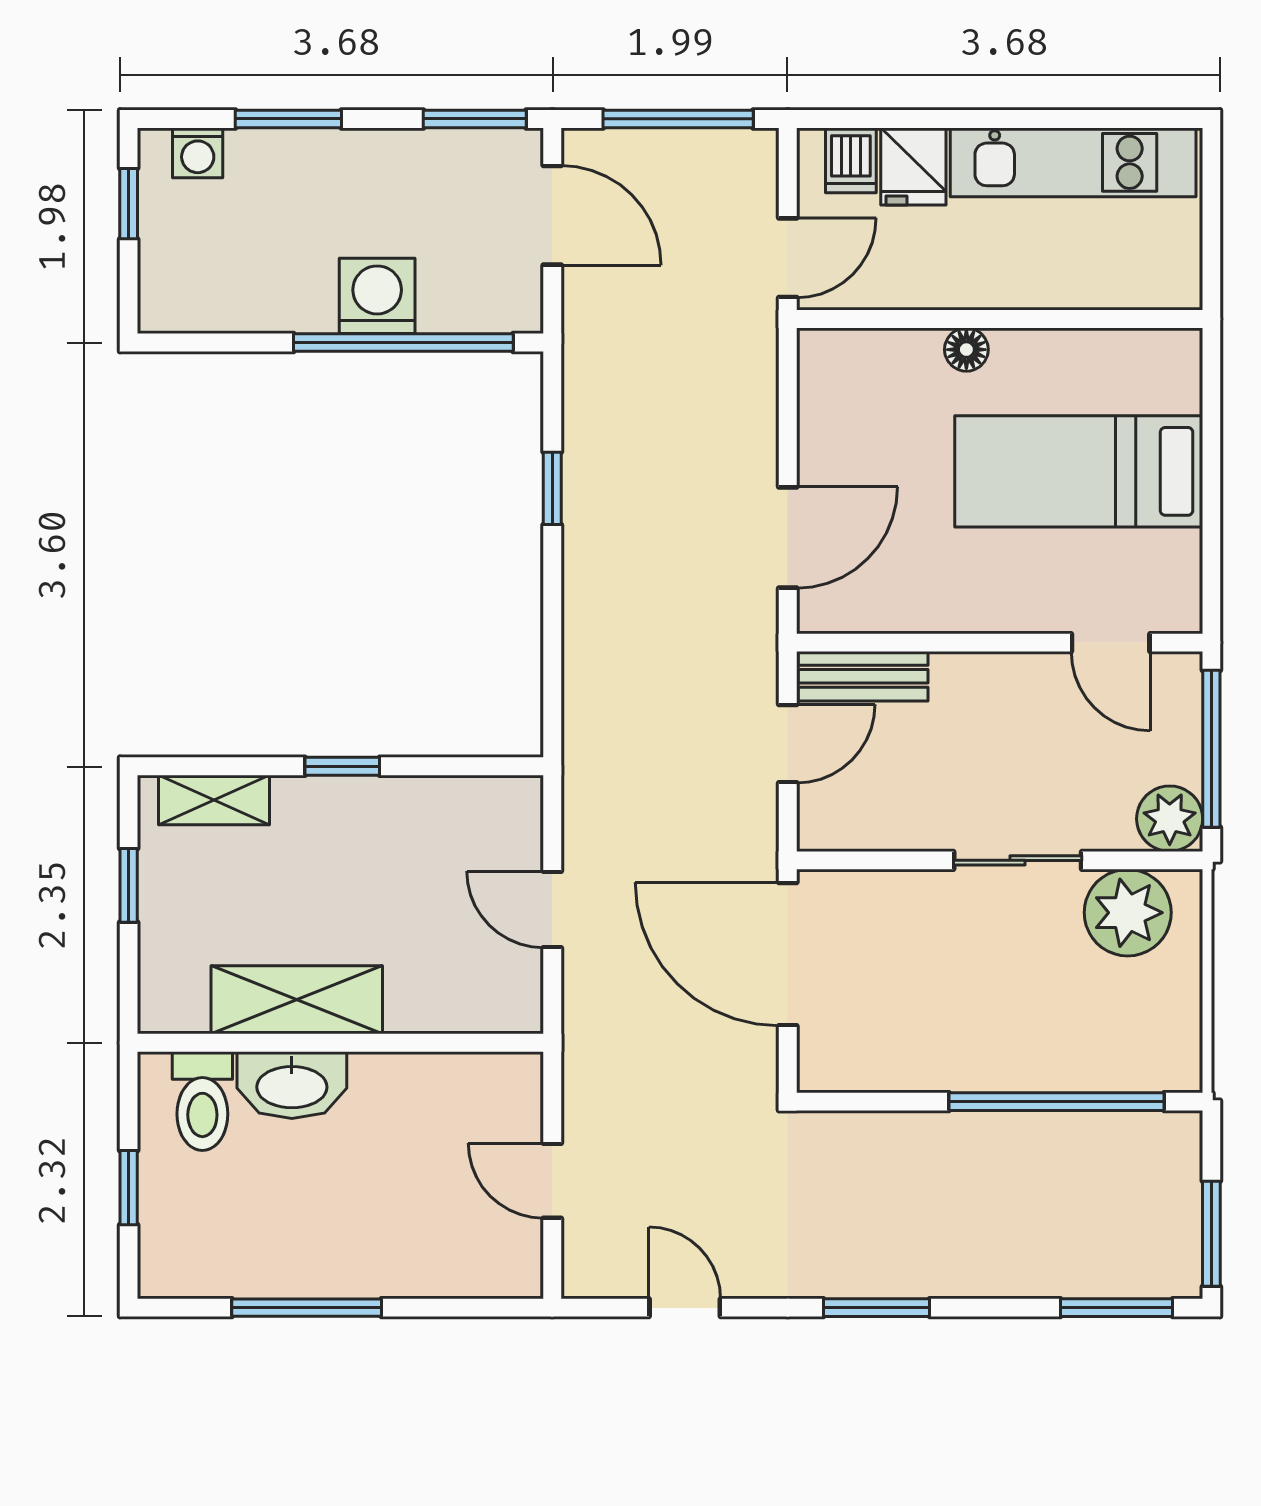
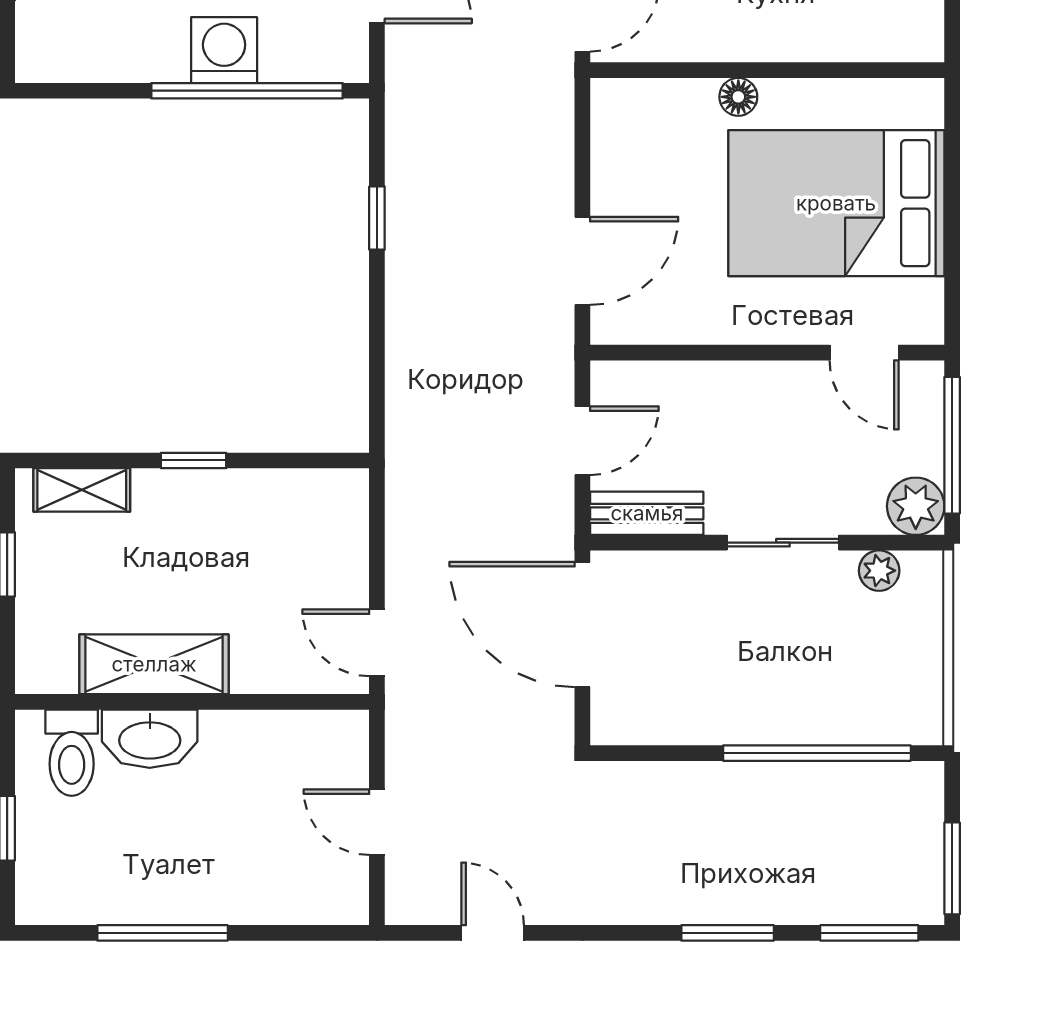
bed: (1079, 471) -> (836, 203), width x1.50
bench: (863, 676) -> (647, 513), moved
door: (552, 910) -> (377, 643), moved
plant: (1128, 913) -> (879, 571), width x0.53, depth x0.53
window: (877, 1308) -> (728, 933), moved

